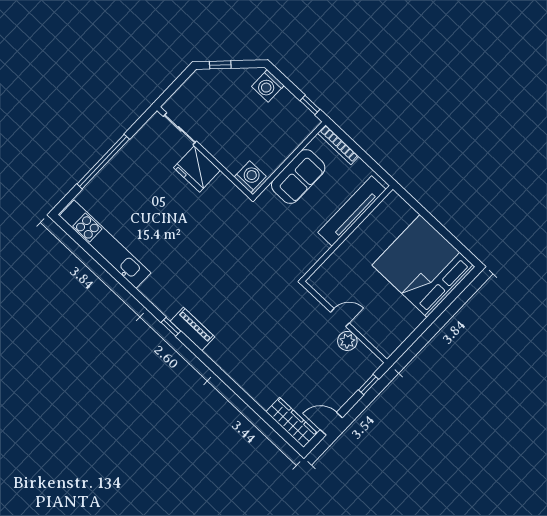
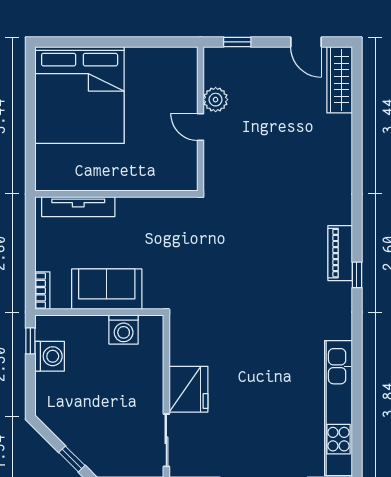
washing machine: (268, 86) -> (50, 356), moved
bookcase: (338, 145) -> (42, 291), width x0.64
washing machine: (250, 177) -> (124, 329), moved, turned -90
tv unit: (352, 211) -> (78, 207), width x0.73, depth x0.78

